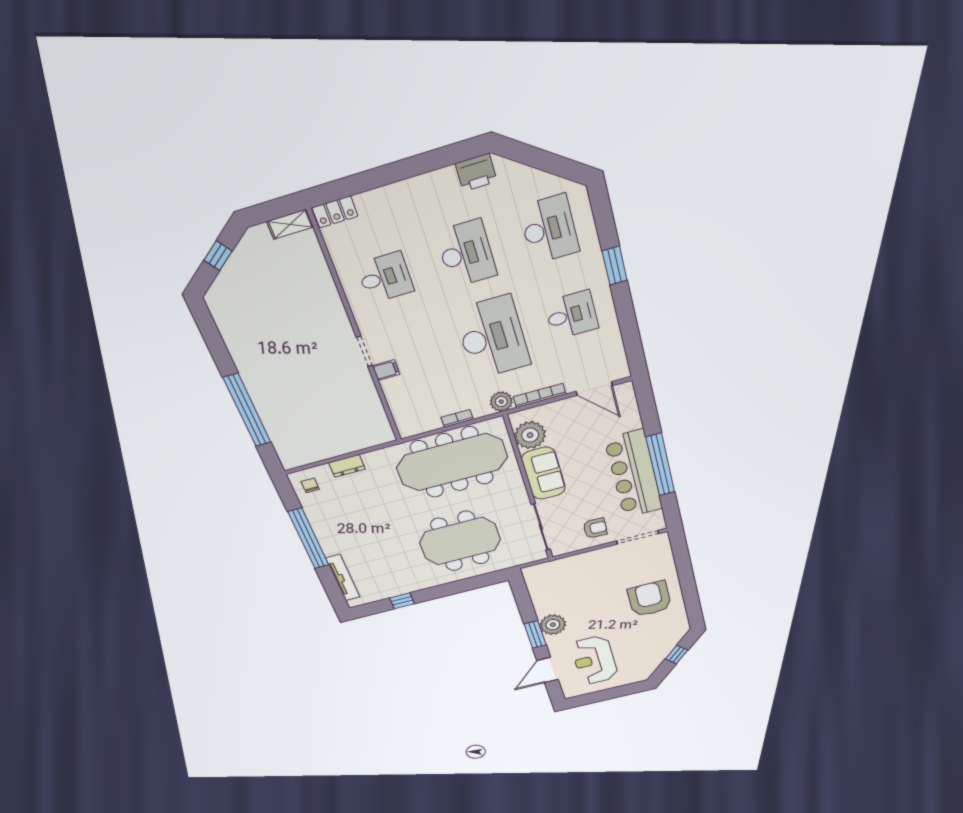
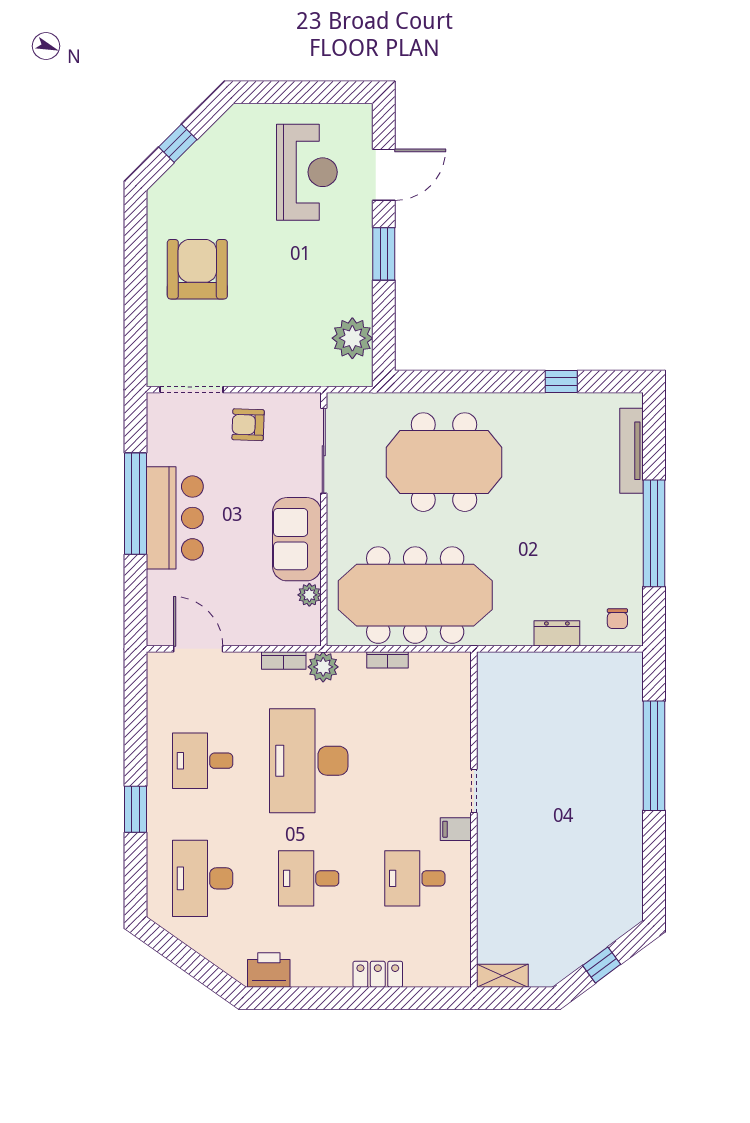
locker: (335, 212) -> (378, 974), moved
desk: (466, 254) -> (309, 878), width x0.73
filing cabinet: (386, 370) -> (456, 829), moved
bookcase: (540, 395) -> (284, 661), width x0.64
plant: (530, 435) -> (309, 595), width x0.53, depth x0.53
bar counter: (634, 474) -> (175, 518), width x0.73
armchair: (649, 599) -> (197, 269), turned 180
plant: (553, 625) -> (352, 338), moved

